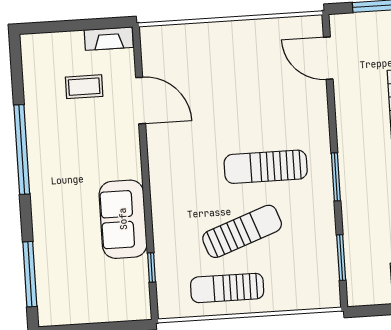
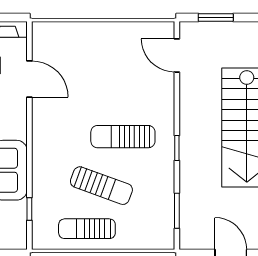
window: (336, 177) -> (177, 148), width x0.67
sun lounger: (242, 231) -> (101, 186), turned 40

